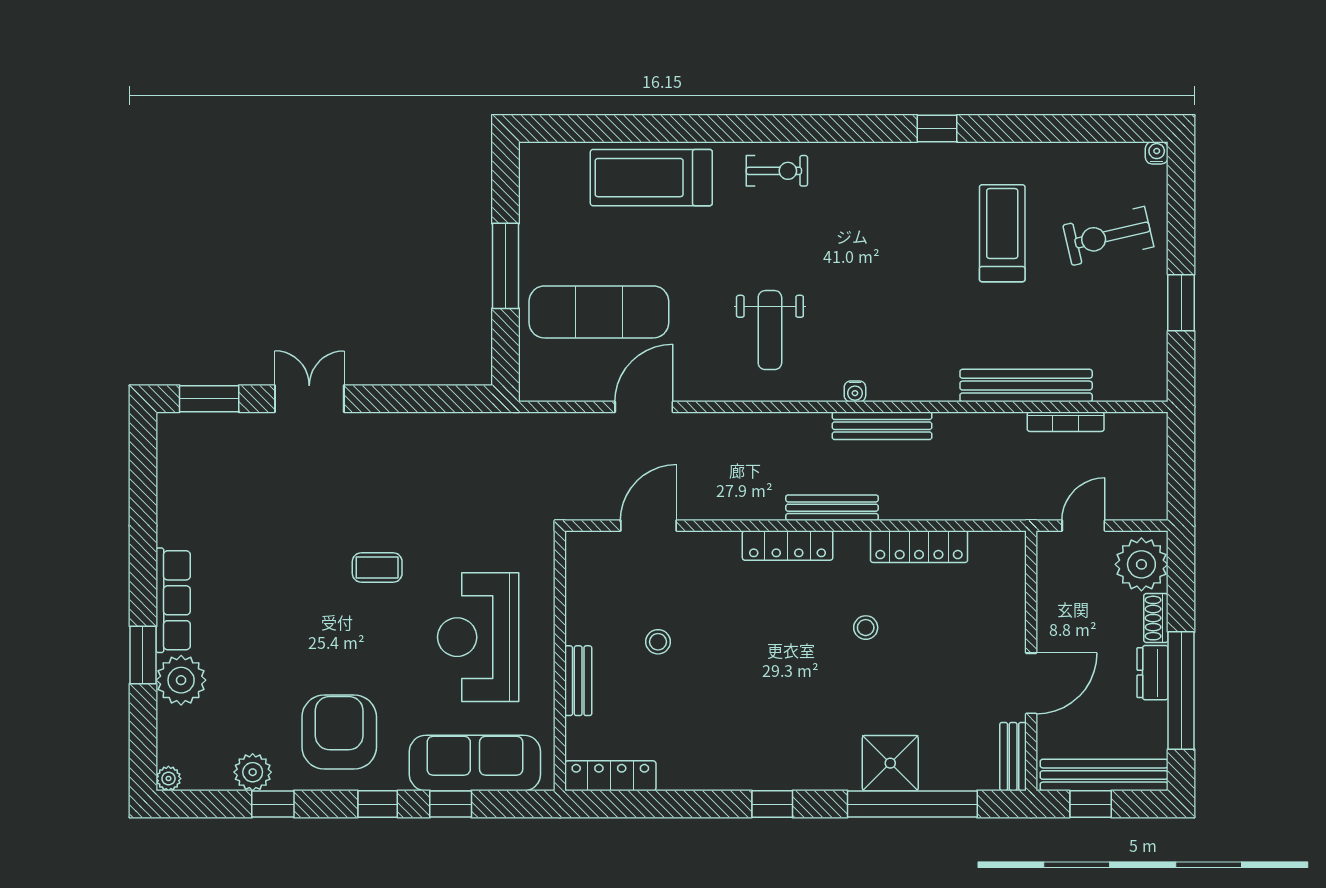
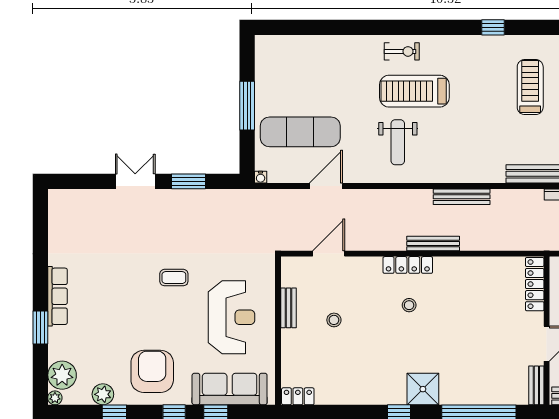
treadmill: (651, 178) -> (414, 91), moved
water cooler: (855, 391) -> (261, 177), moved
window: (209, 399) -> (189, 181), moved
locker: (919, 547) -> (535, 284), moved, turned 90
stool: (866, 628) -> (409, 305), moved
reception desk: (478, 637) -> (231, 317), turned 180
plant: (181, 680) -> (62, 375), moved
bench: (578, 681) -> (288, 308), moved
shower: (890, 763) -> (423, 389), moved
locker: (610, 776) -> (298, 396), width x0.66

